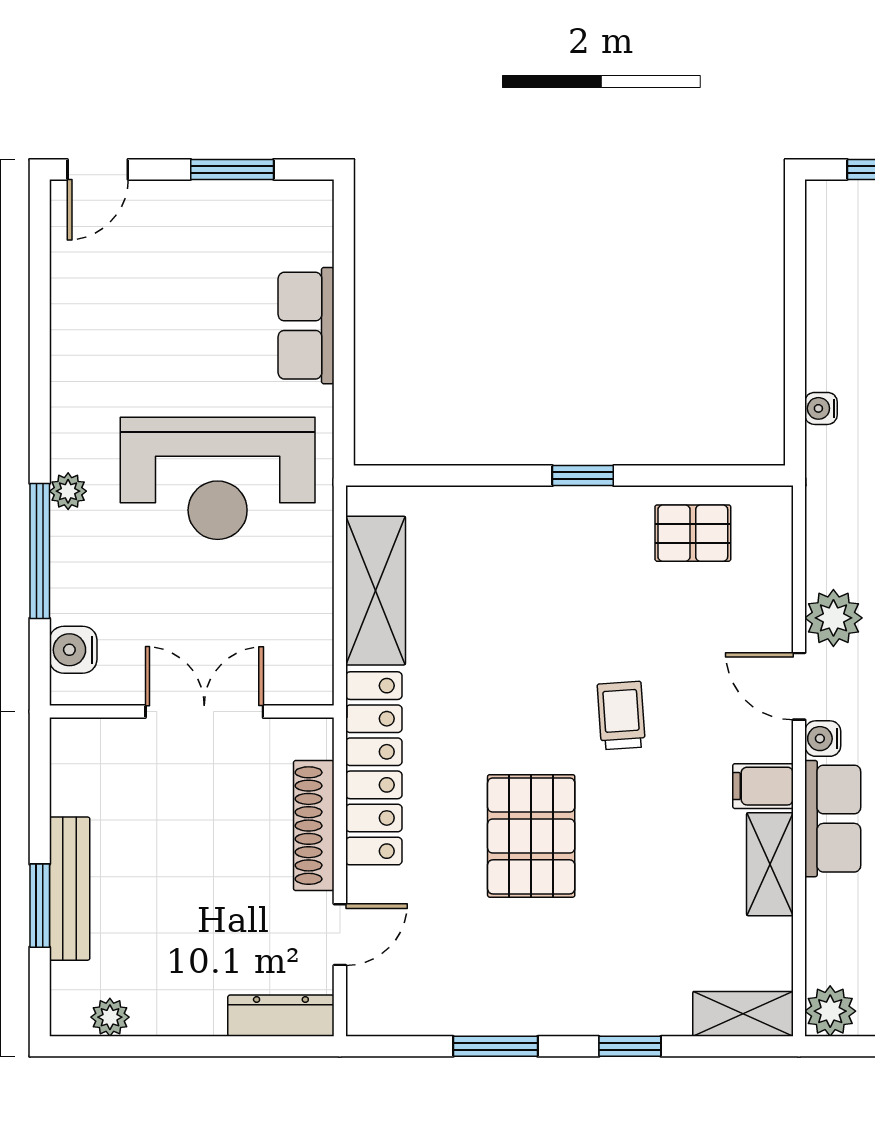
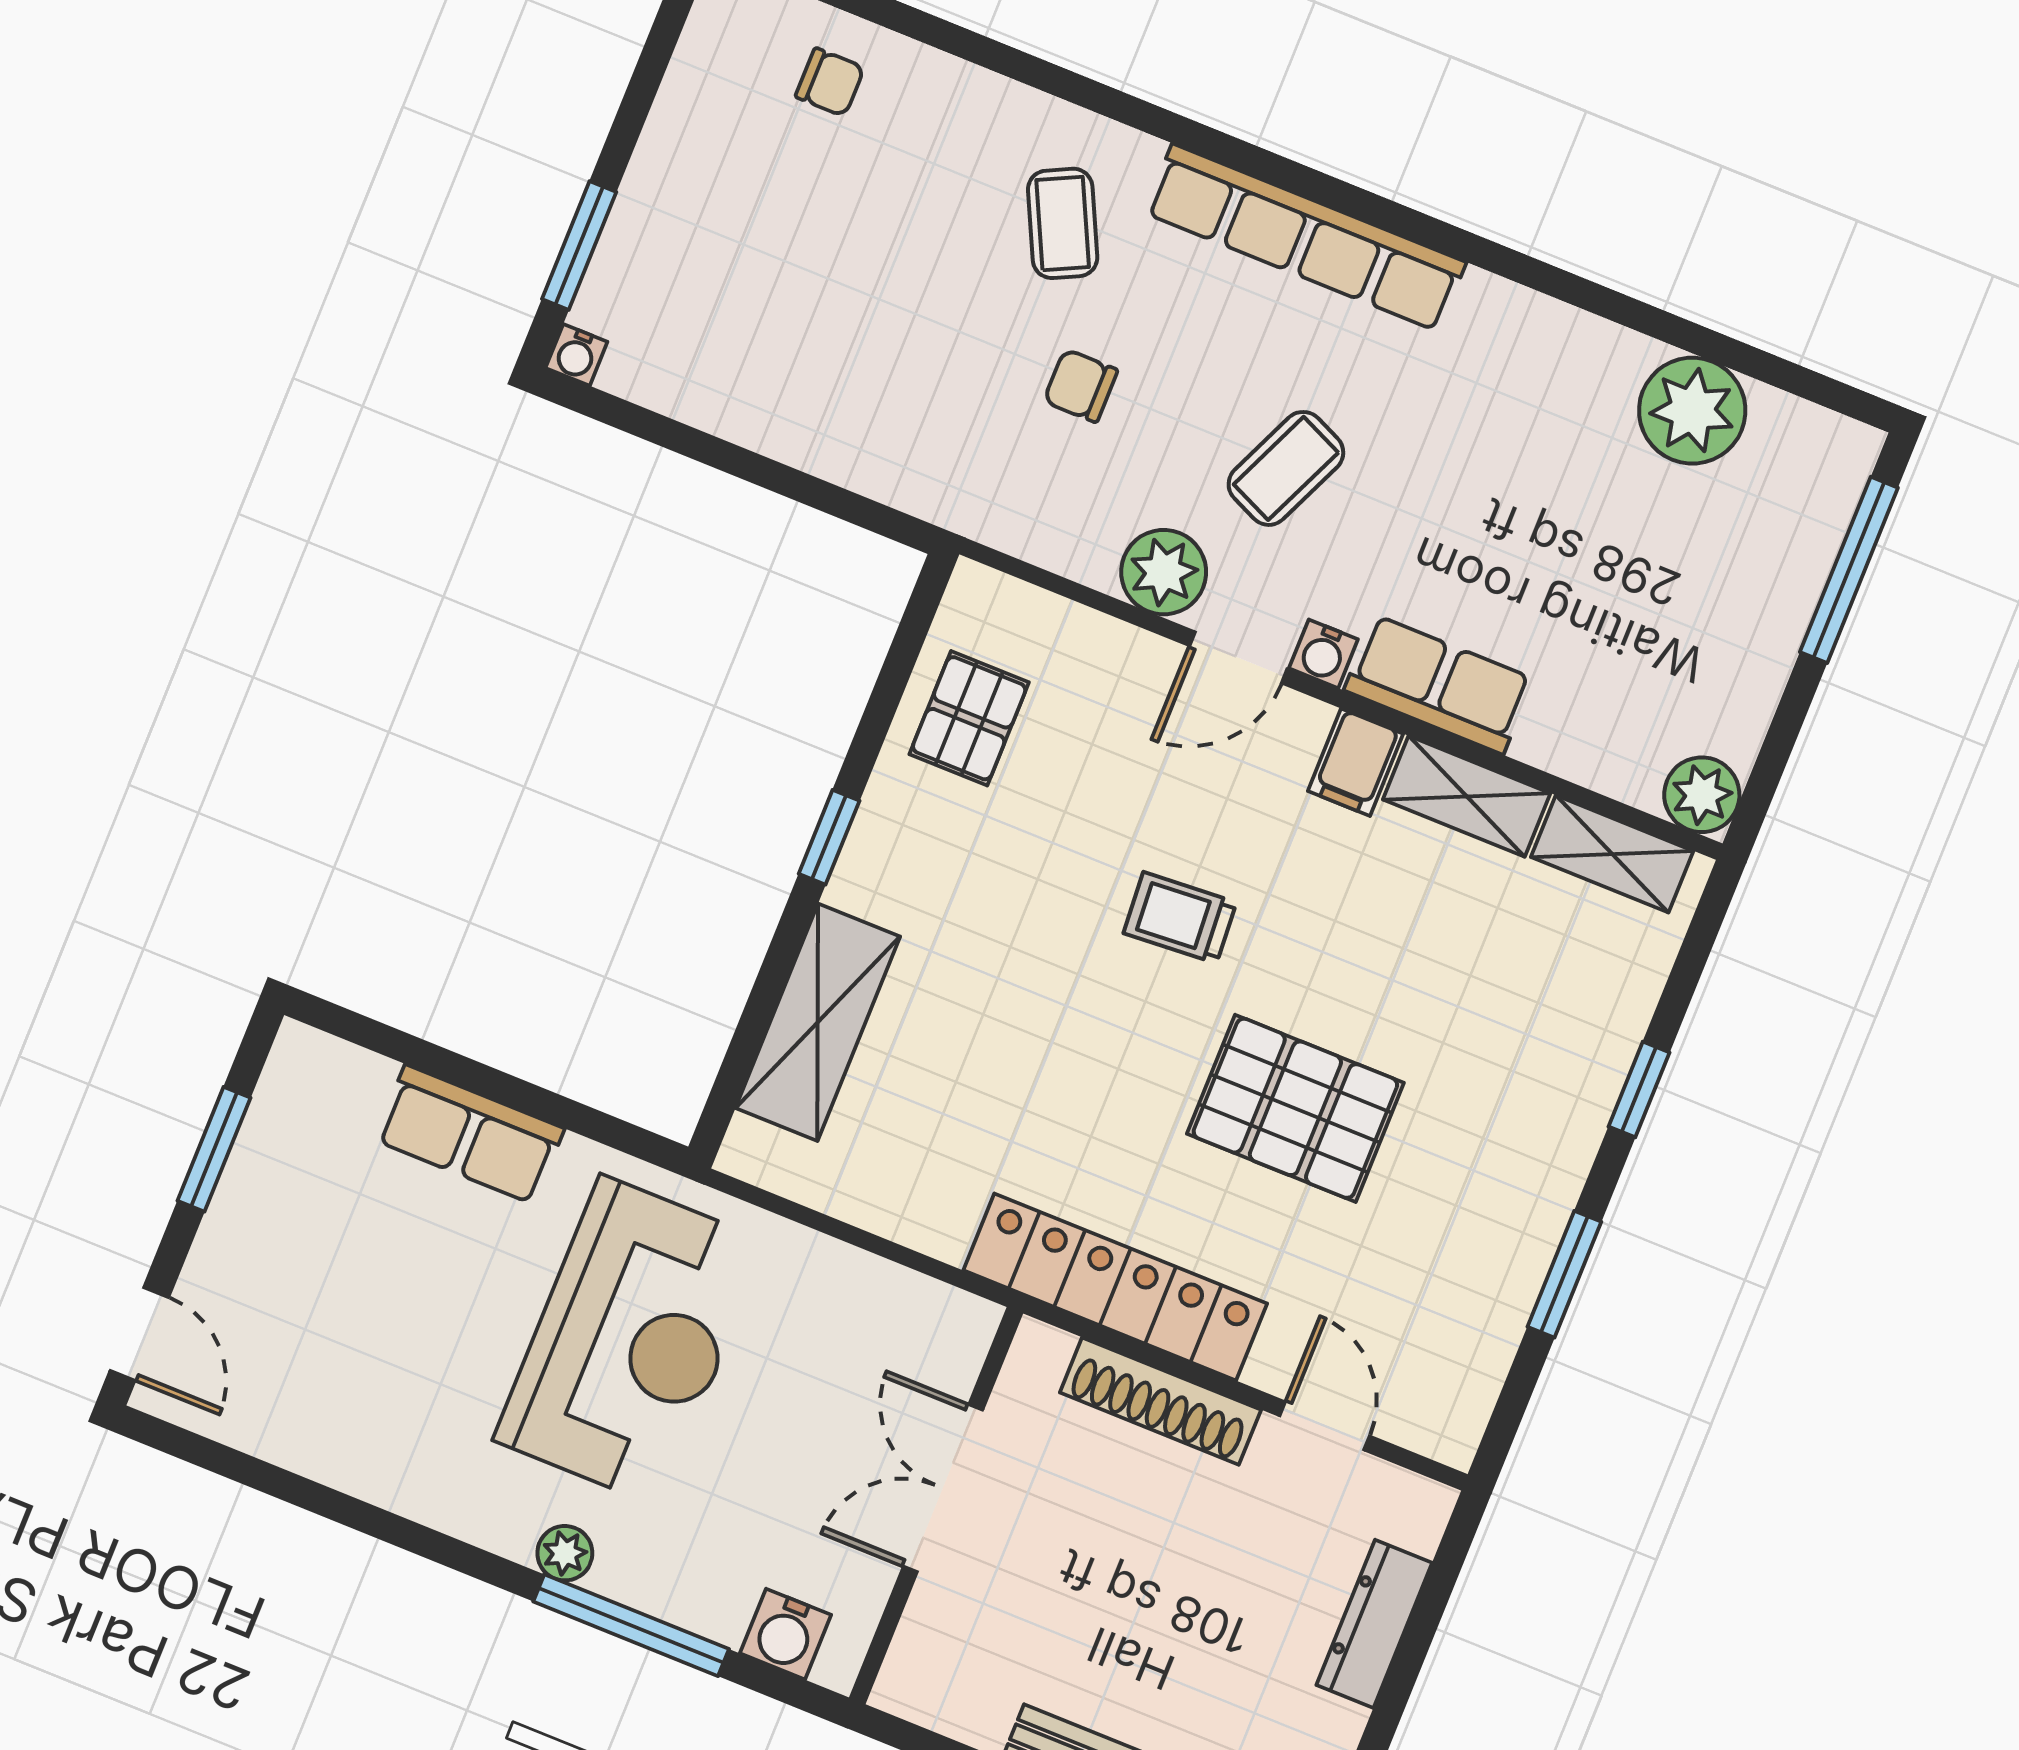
water cooler: (821, 408) -> (576, 355), moved
shelving: (376, 591) -> (818, 1022), moved, turned 90
shelving: (743, 1014) -> (1612, 854), moved, turned 90
dresser: (281, 1016) -> (1374, 1624), moved

